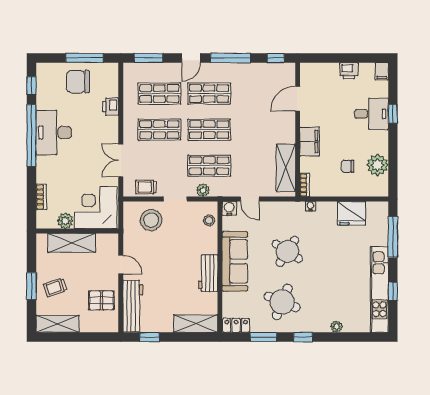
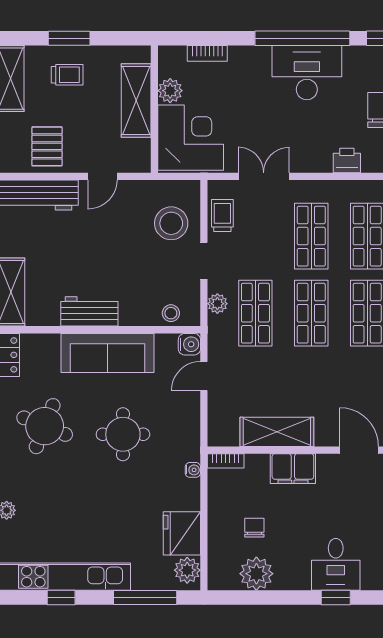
shelving: (286, 168) -> (277, 432), moved
plant: (375, 210) -> (187, 570), added
round table: (287, 251) -> (123, 434), turned -33
trolley: (55, 287) -> (67, 75), turned 108

